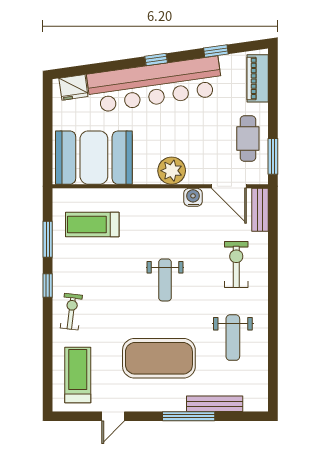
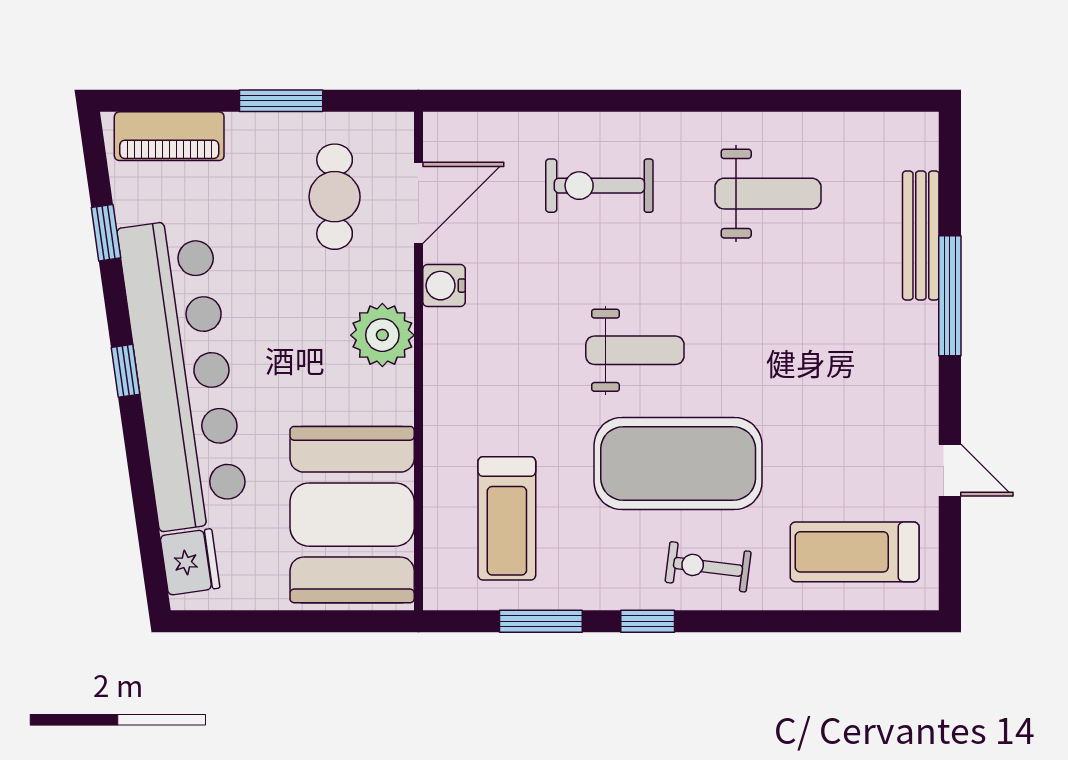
cafe table: (248, 138) -> (335, 197), moved, turned 90
window: (273, 156) -> (281, 101), moved
bench: (260, 210) -> (473, 131), removed
exercise mat: (159, 358) -> (678, 464), moved, turned 90

